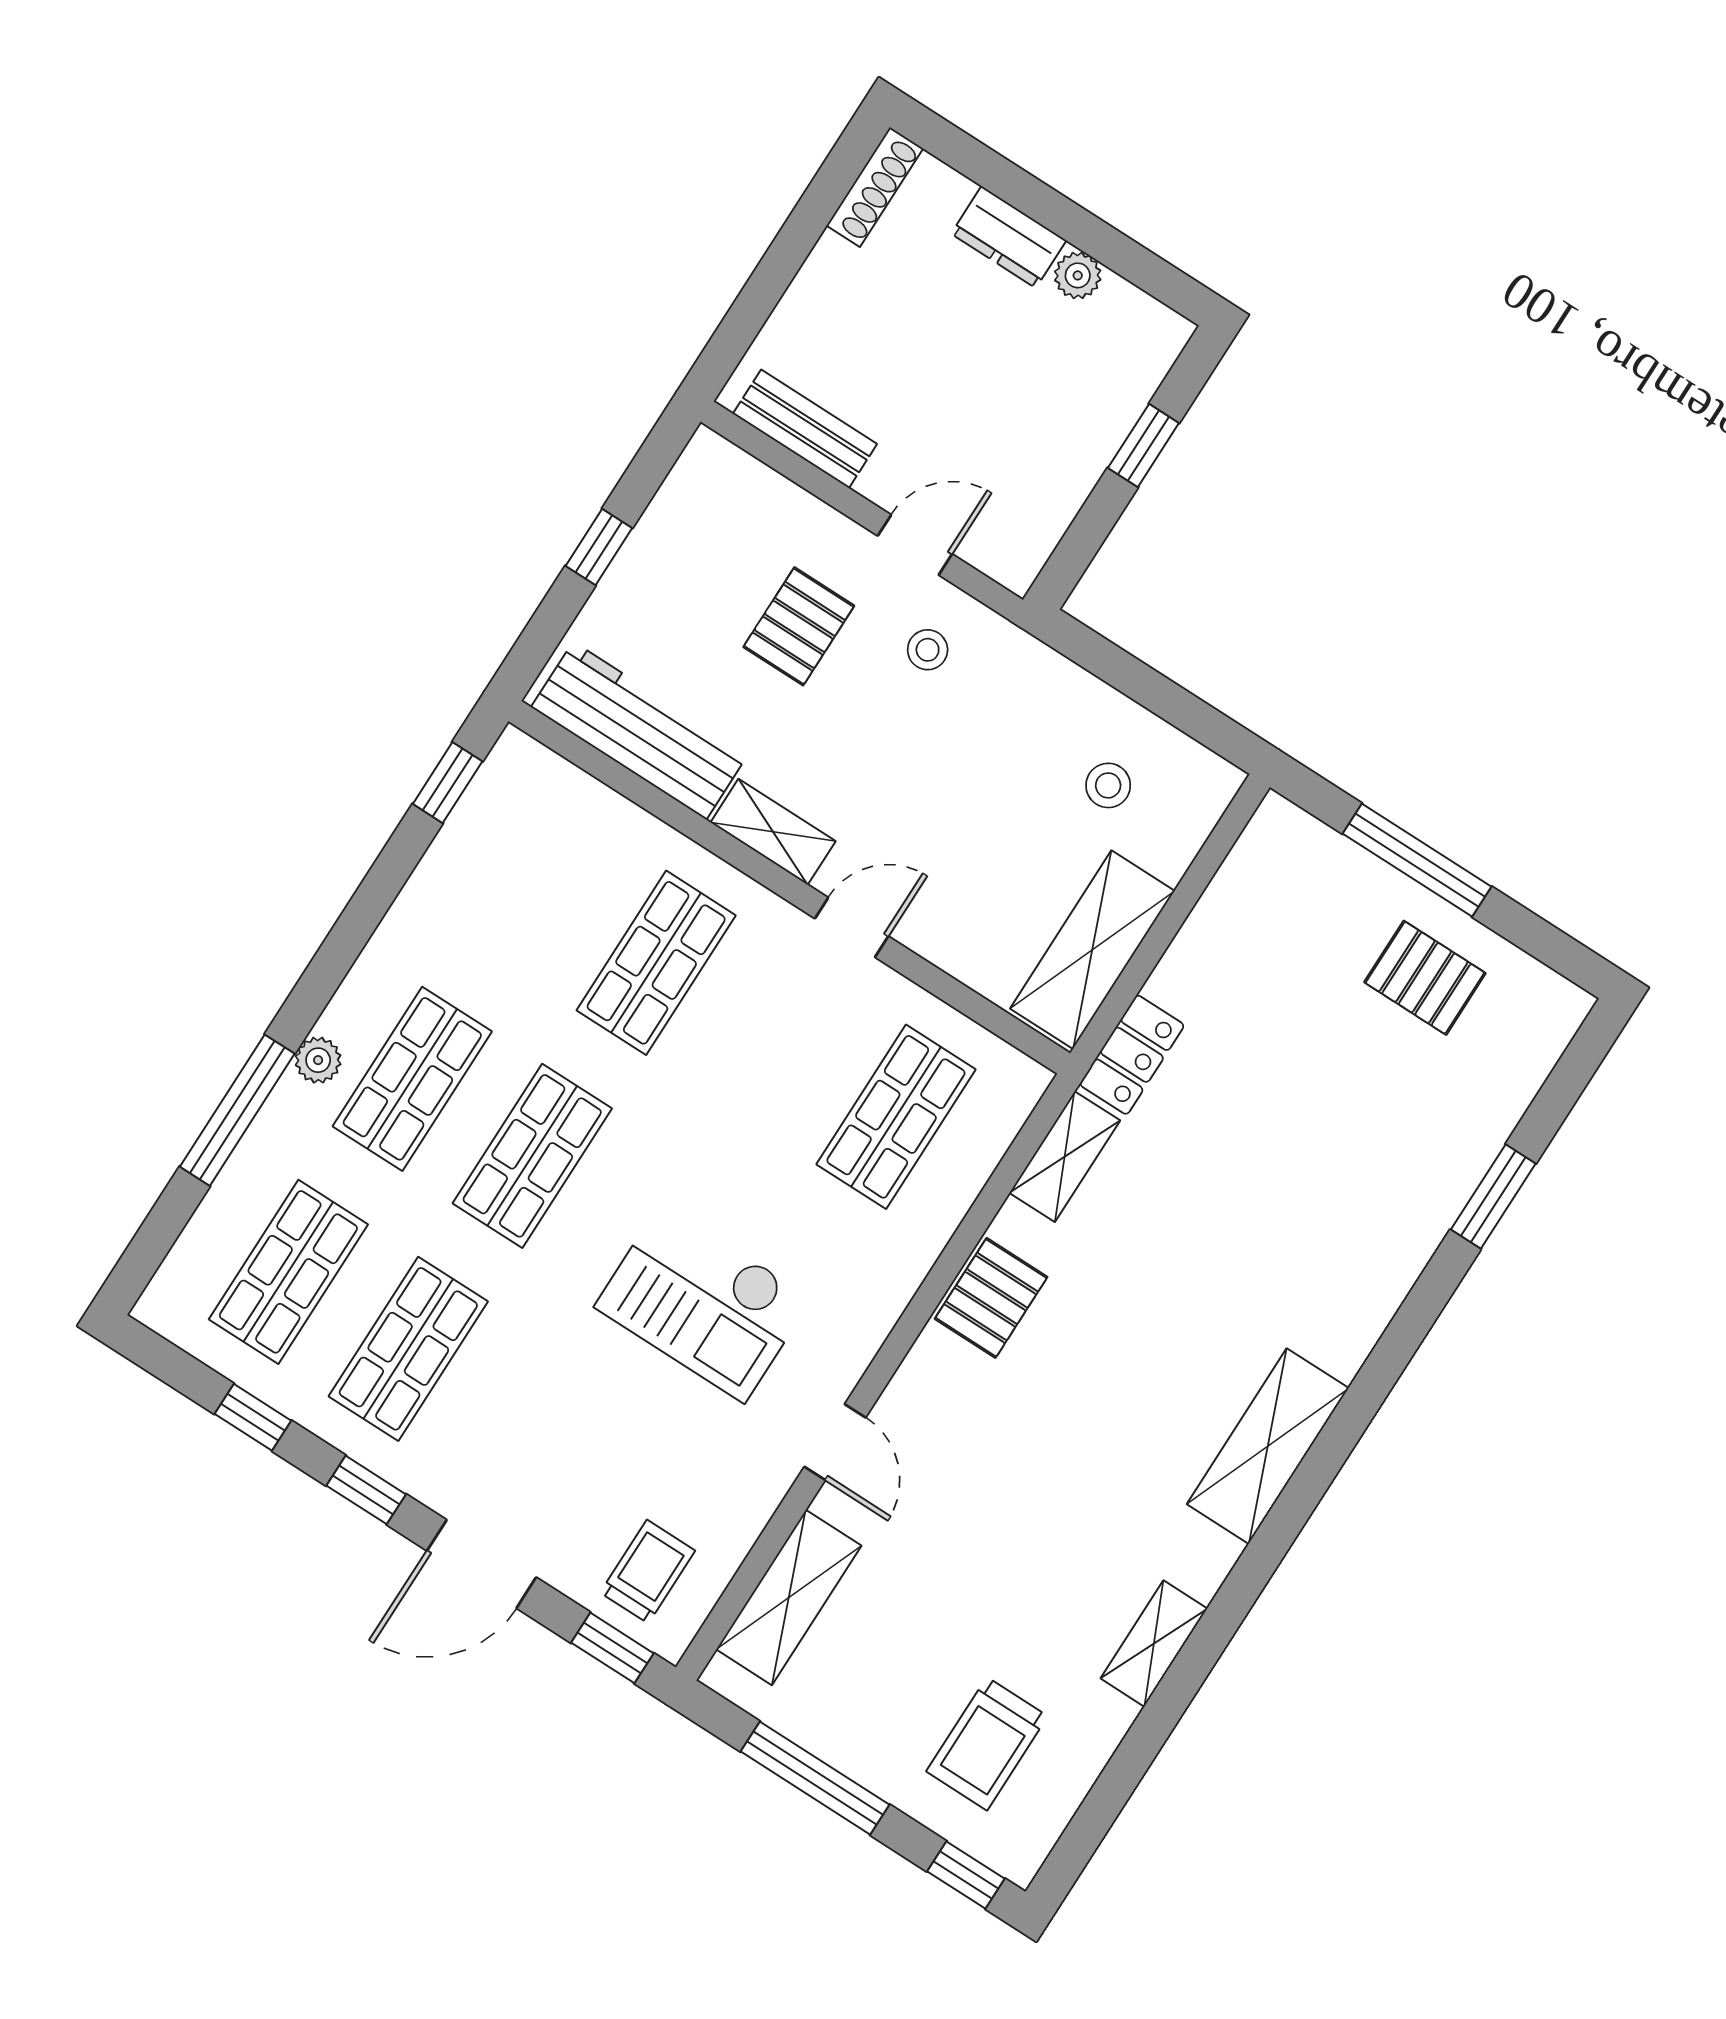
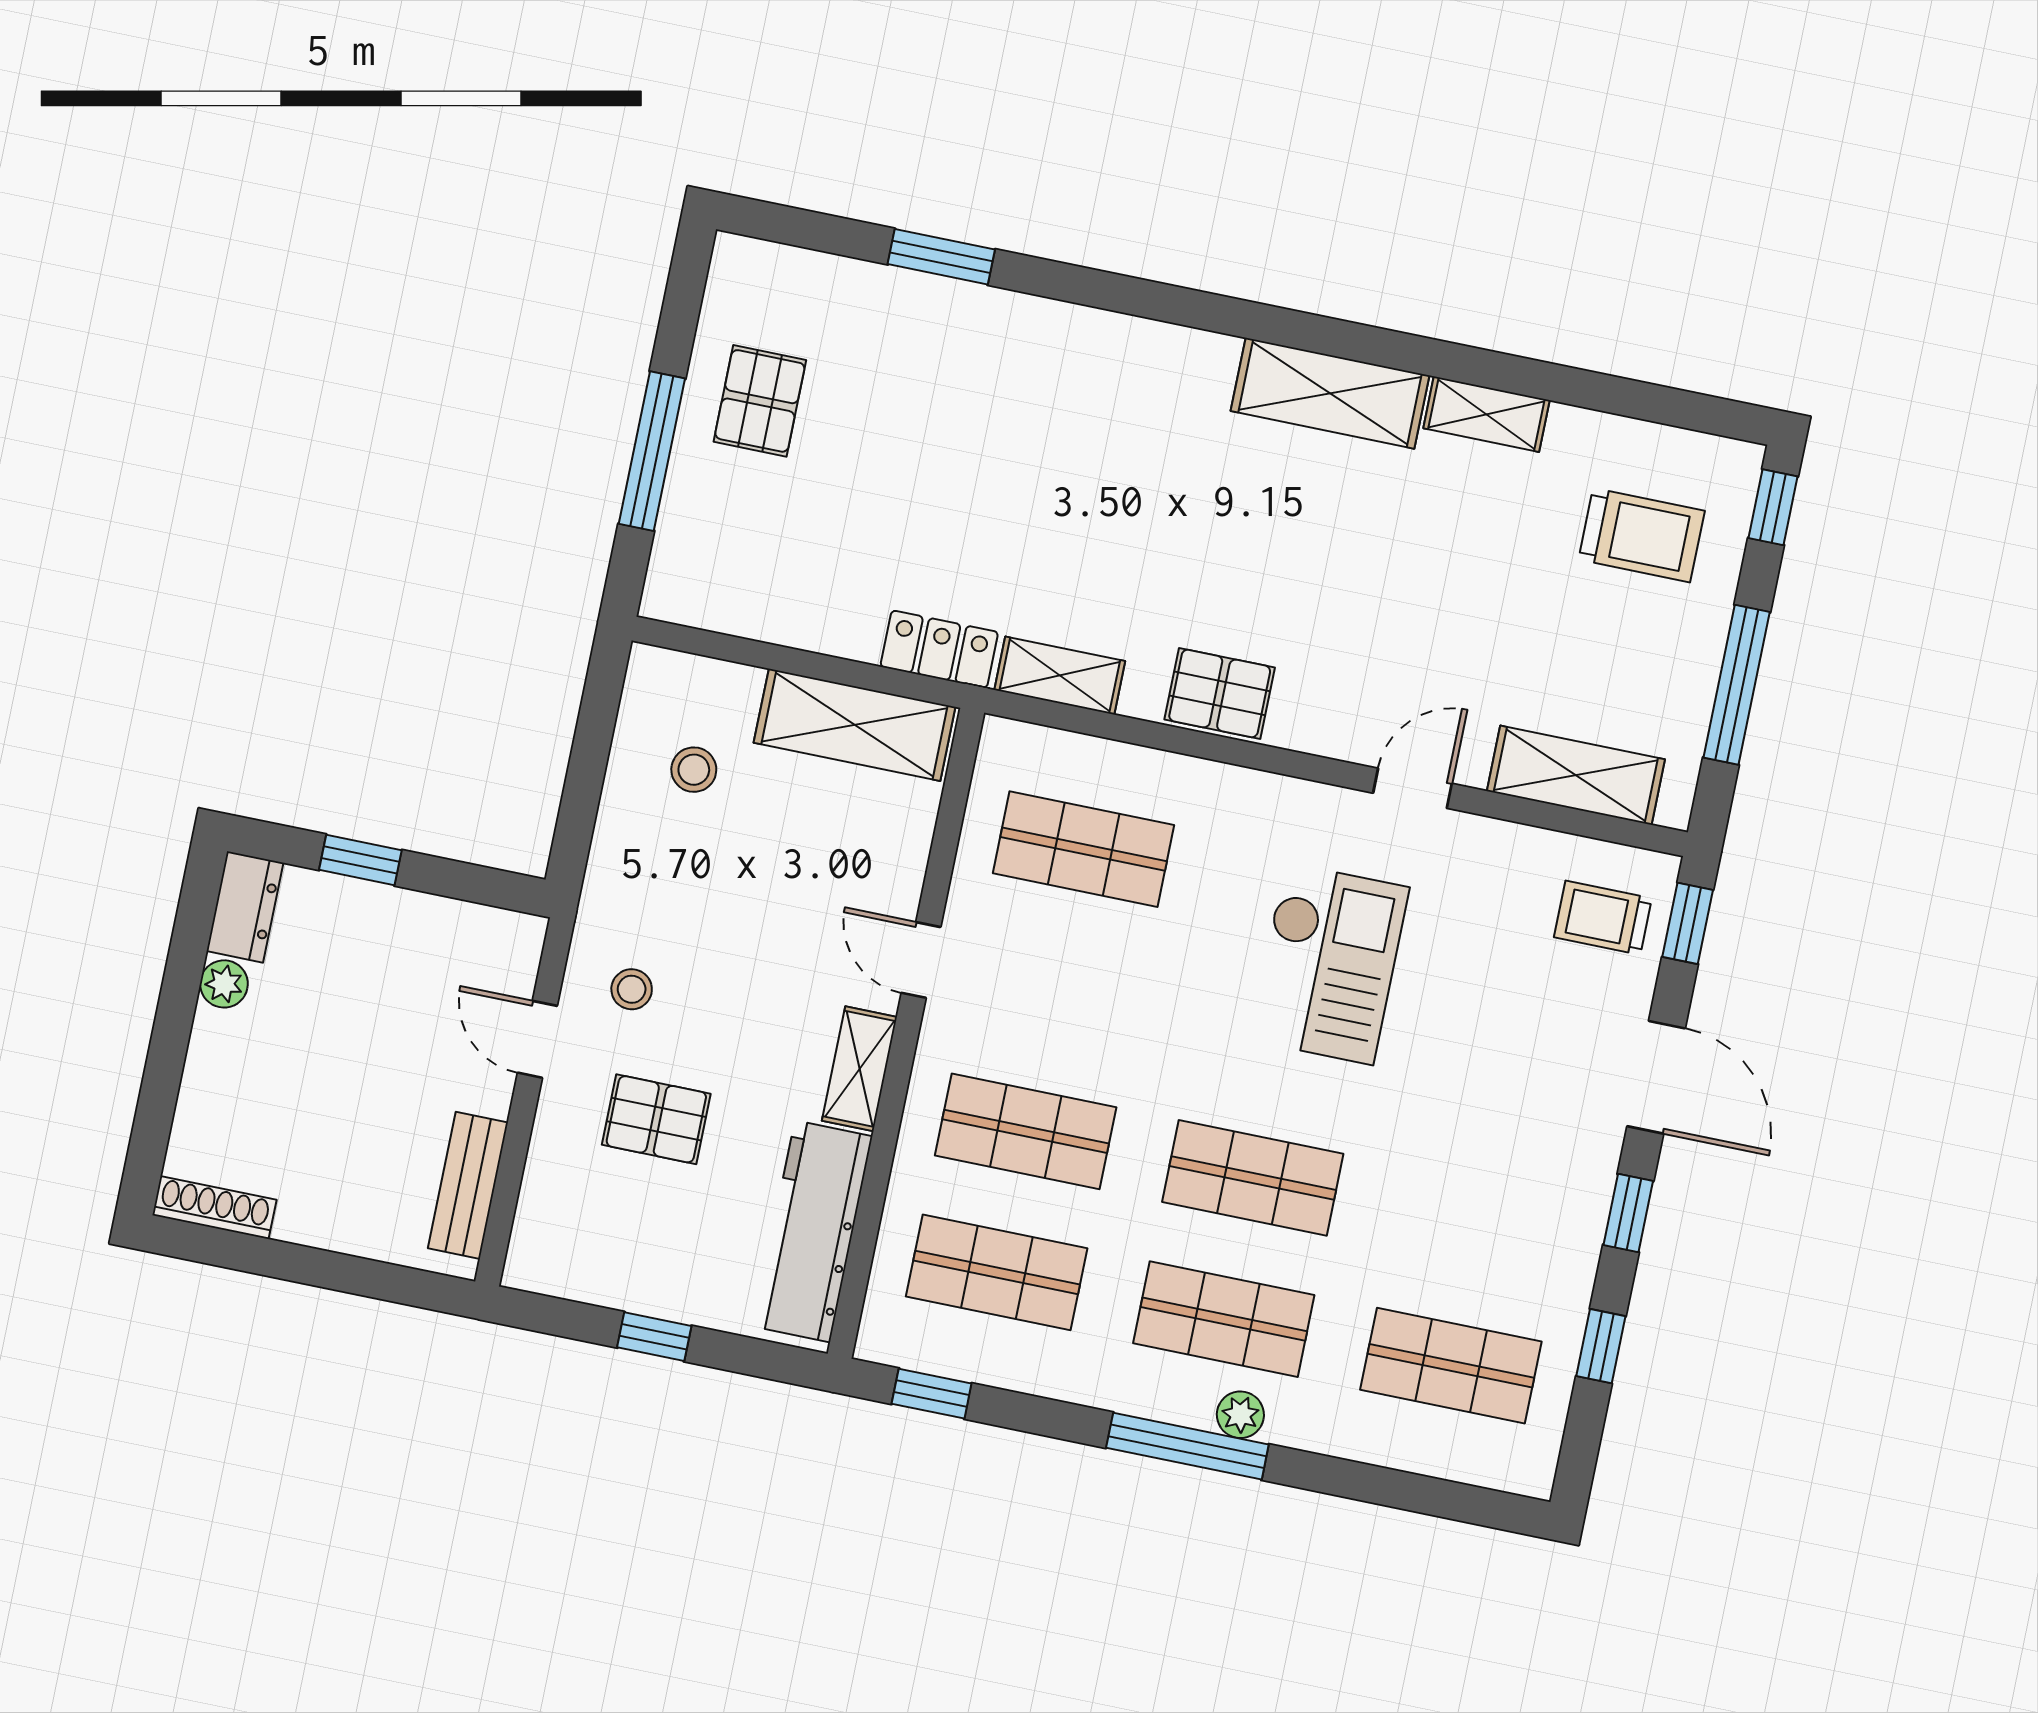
dresser: (1009, 237) -> (245, 907), moved
window: (237, 1110) -> (1187, 1446), moved
shop shelf: (408, 1349) -> (997, 1272), moved
shelving: (1268, 1446) -> (1330, 393), moved

